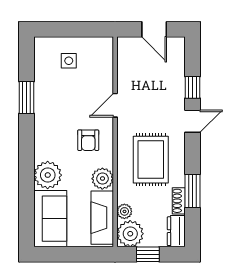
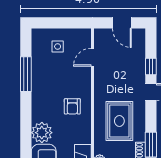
window: (27, 97) -> (26, 74), width x1.44
door: (115, 105) -> (93, 57), moved
plant: (102, 179) -> (83, 135), removed

